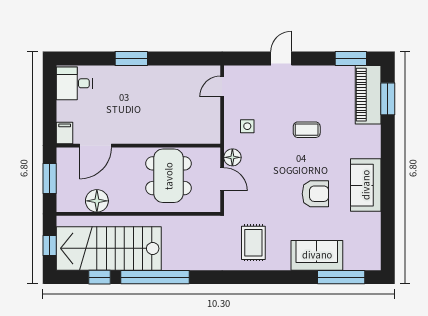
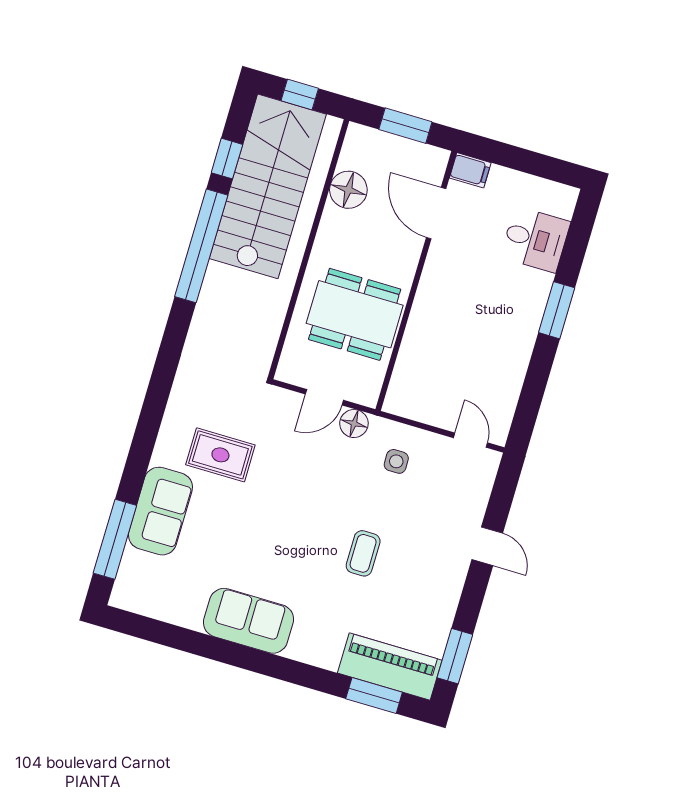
desk: (74, 83) -> (535, 239), moved, turned 90
armchair: (315, 194) -> (258, 537), removed
rug: (253, 243) -> (220, 455), moved

